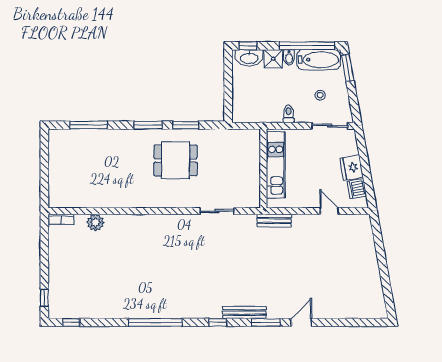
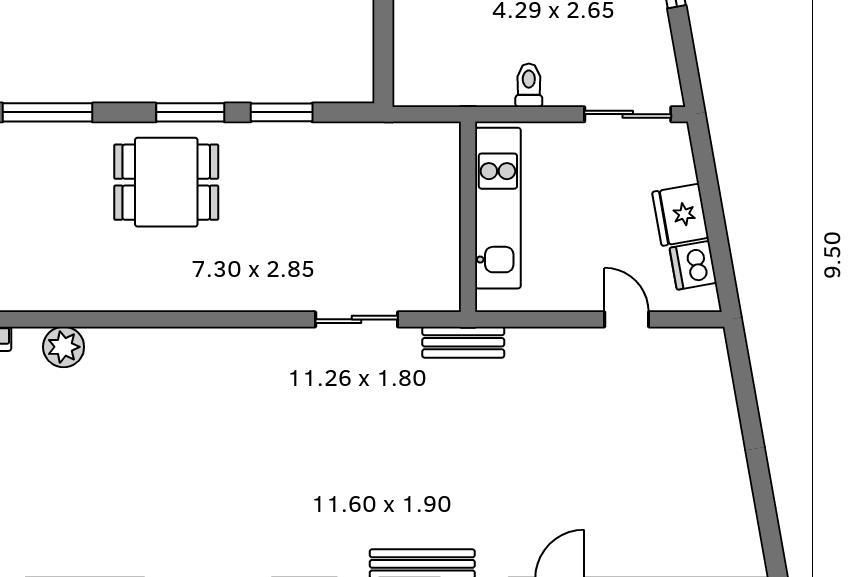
stool: (320, 95) -> (605, 41), removed
dining table: (175, 160) -> (166, 182), moved
bench: (274, 221) -> (463, 342), moved

